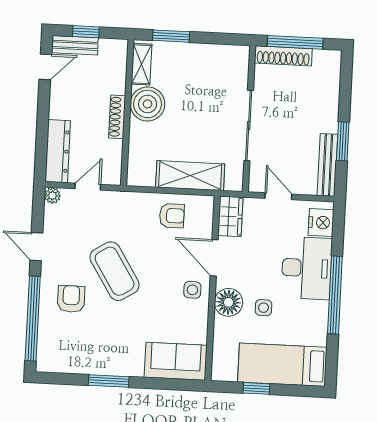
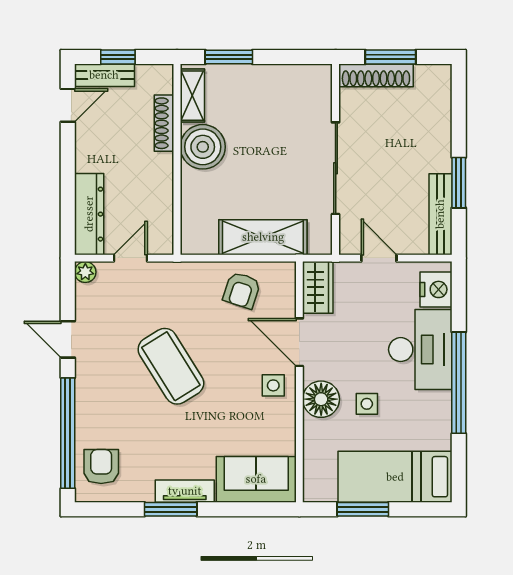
window: (295, 42) -> (390, 57), width x0.69
shoe rack: (117, 117) -> (164, 123), moved
armchair: (172, 216) -> (242, 290), turned 108
armchair: (71, 299) -> (101, 467), moved
tv unit: (120, 368) -> (185, 491), added
window: (256, 388) -> (363, 509), width x1.50

